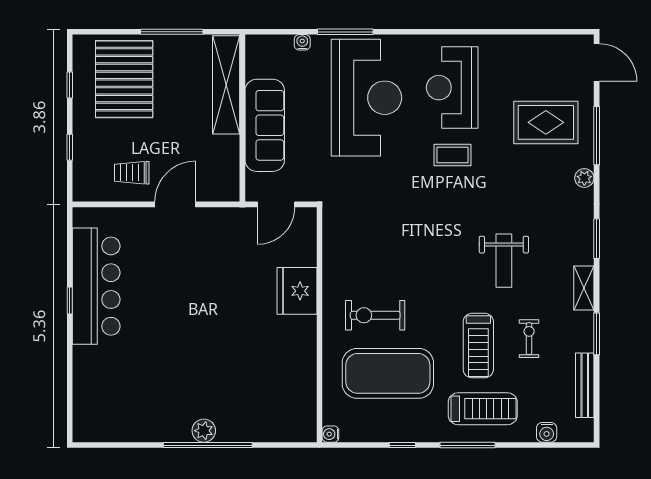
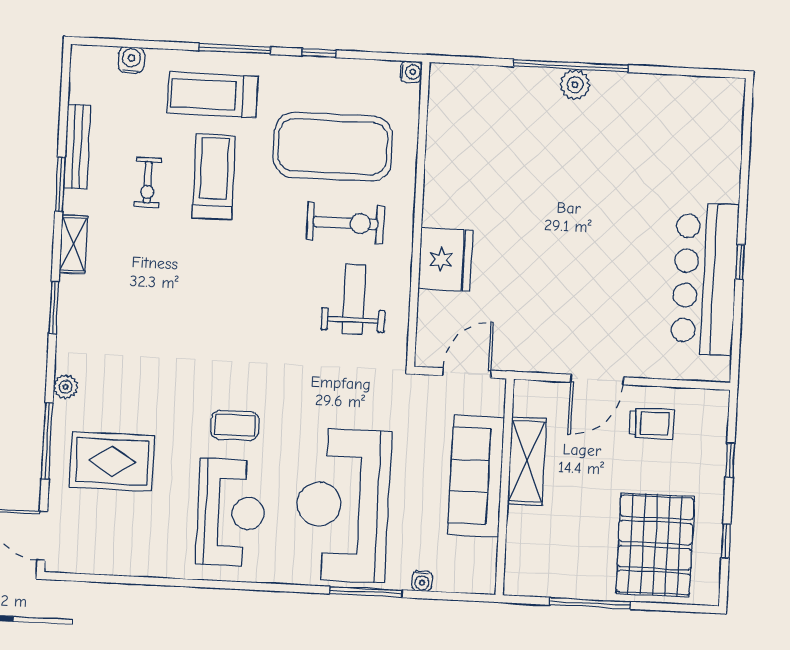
shelving: (226, 85) -> (527, 461), moved, width x0.68
weight bench: (504, 261) -> (354, 299), moved
bench: (585, 385) -> (77, 147), moved

